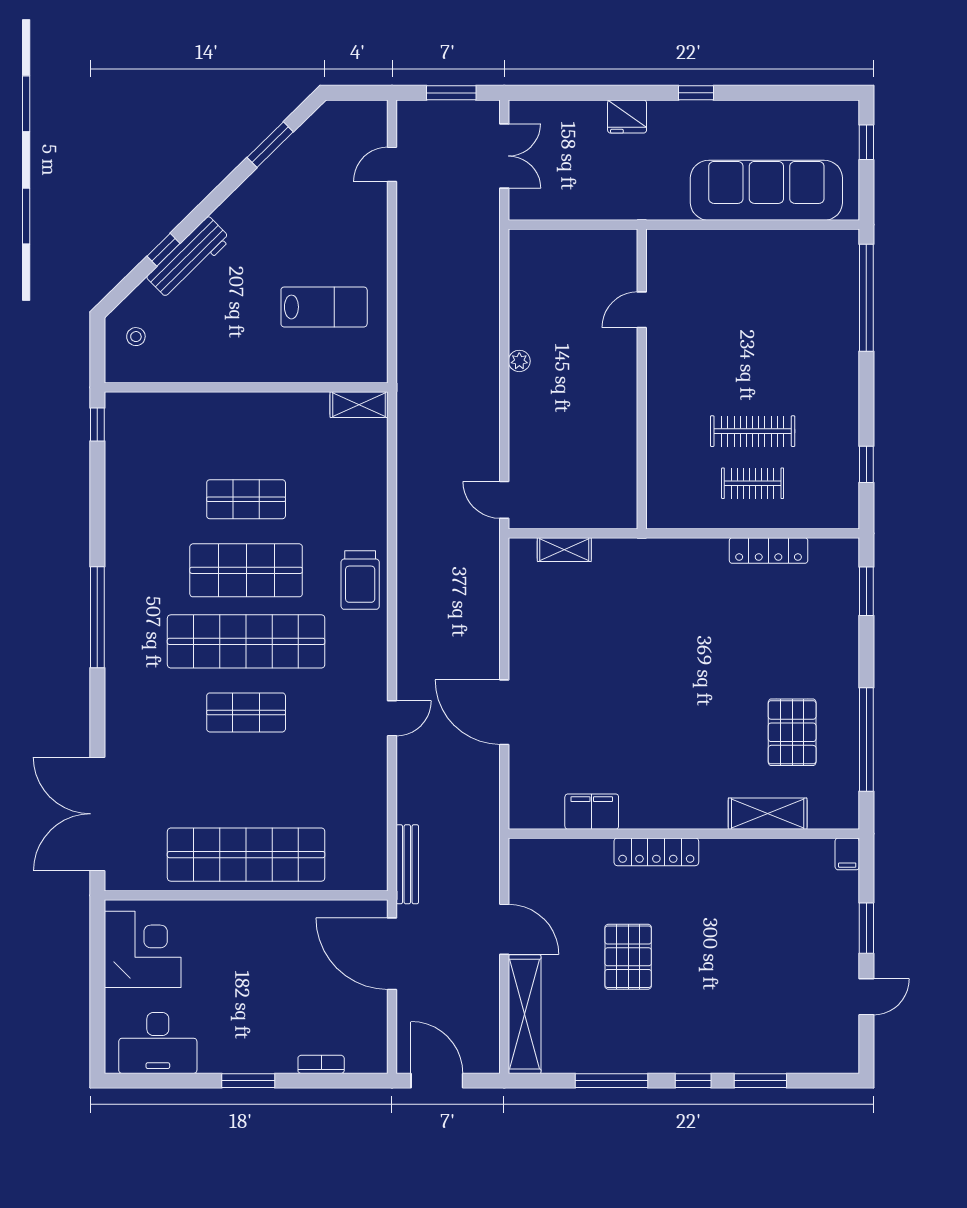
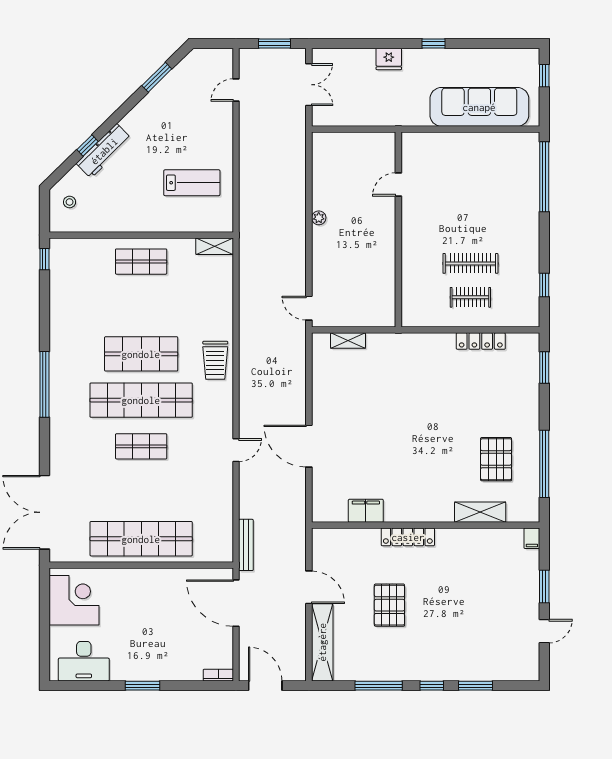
shop shelf: (246, 499) -> (141, 262), moved
bookcase: (321, 1064) -> (218, 675), moved

